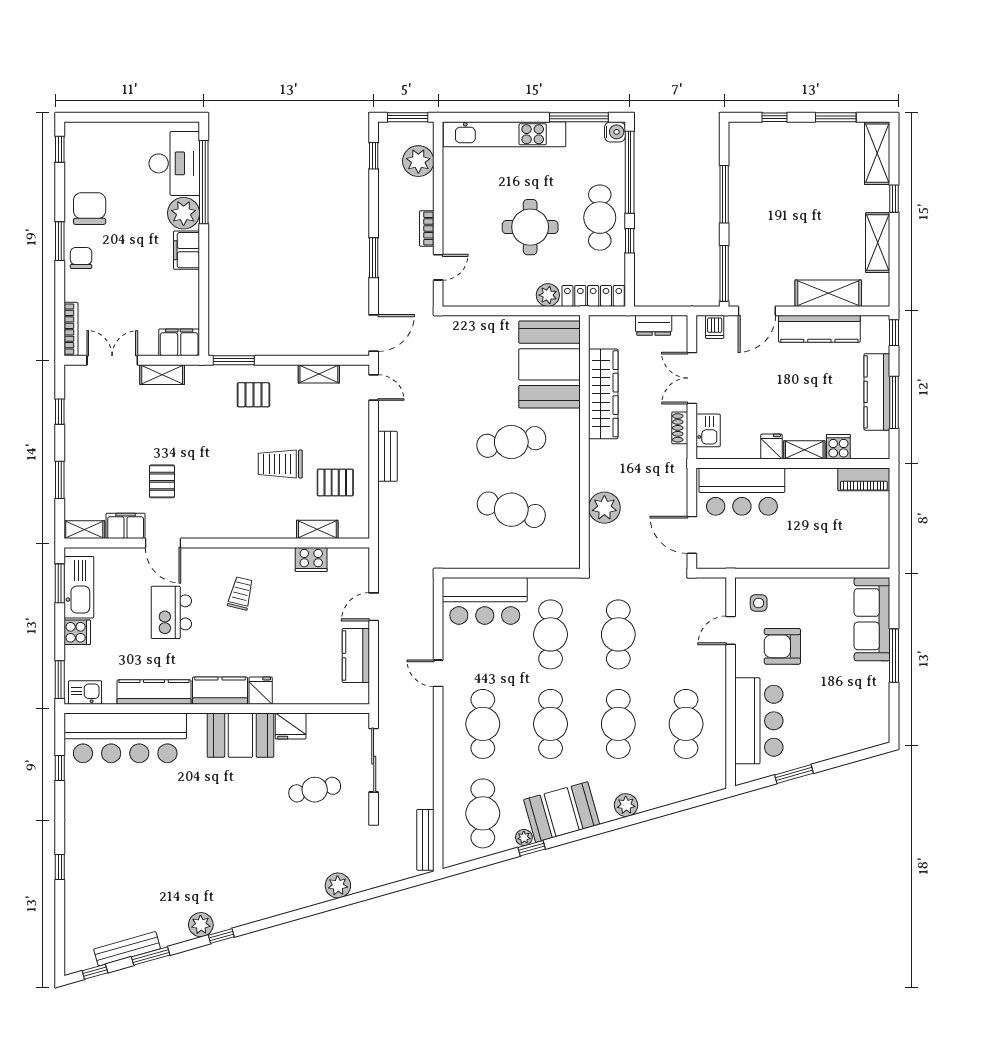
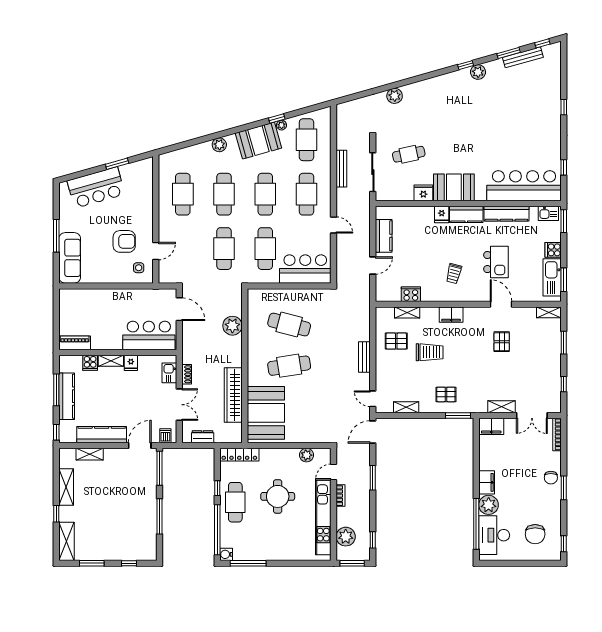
kitchen unit: (504, 134) -> (323, 517), moved, turned -90
chair: (90, 209) -> (535, 534), moved
shelving: (828, 293) -> (90, 454), width x0.67, depth x0.75
plant: (548, 295) -> (307, 455), moved
filing cabinet: (126, 526) -> (451, 315), moved
bar counter: (759, 721) -> (96, 188), moved, turned -106
bench: (425, 840) -> (341, 169), moved

